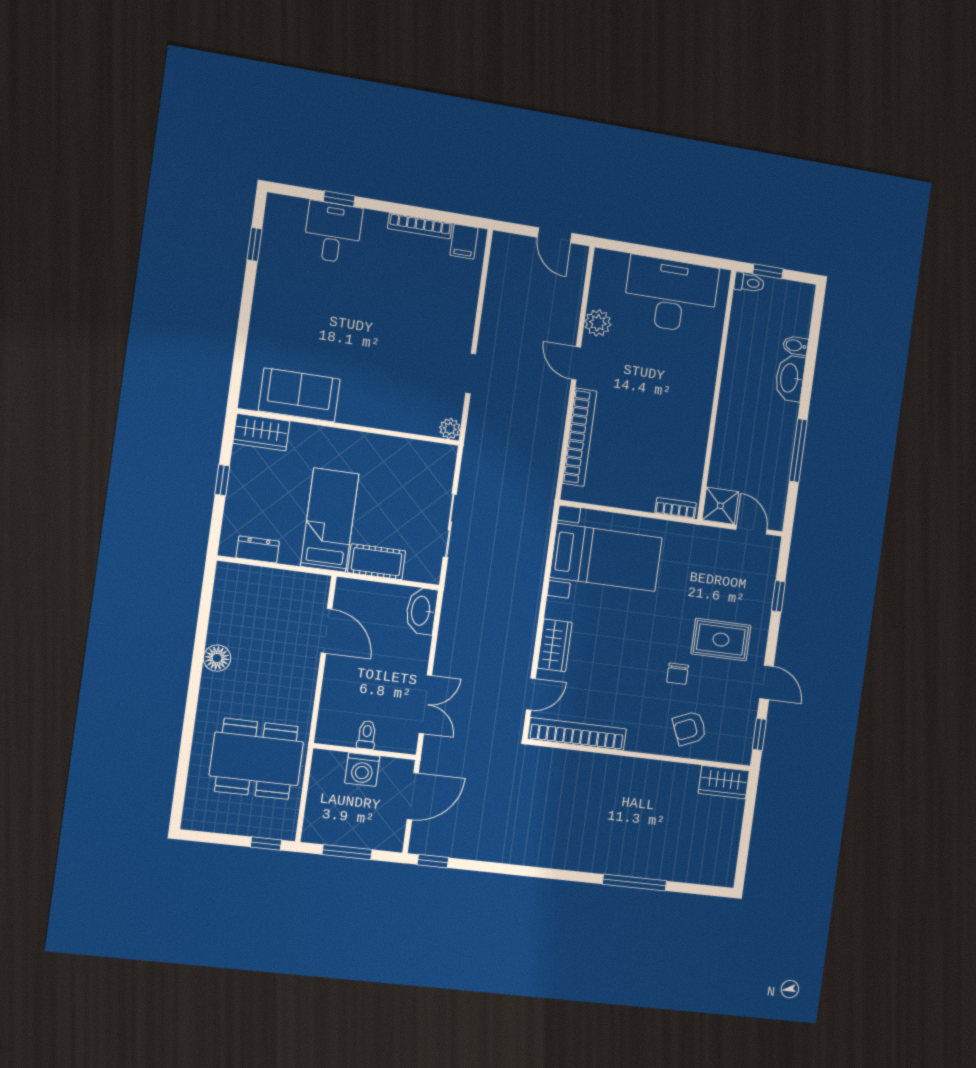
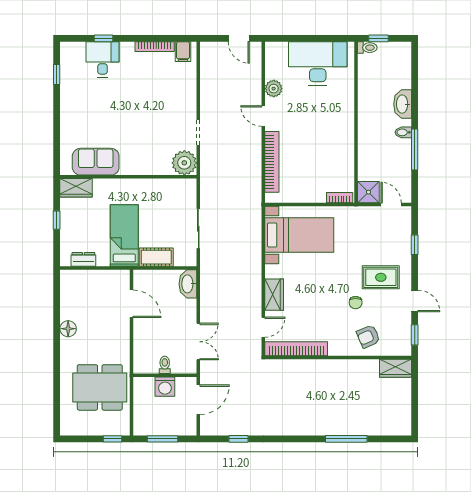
bidet: (795, 346) -> (403, 132), moved
plant: (450, 429) -> (184, 163), width x1.88, depth x1.88
window: (433, 861) -> (239, 439), moved

